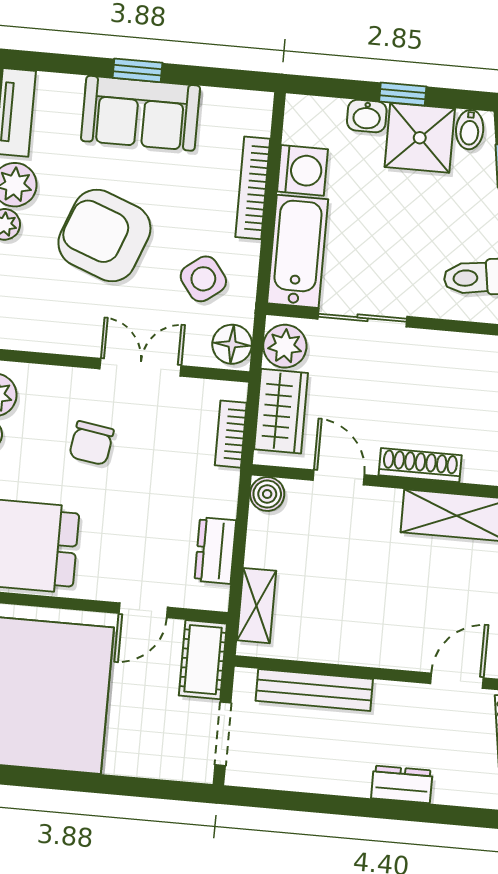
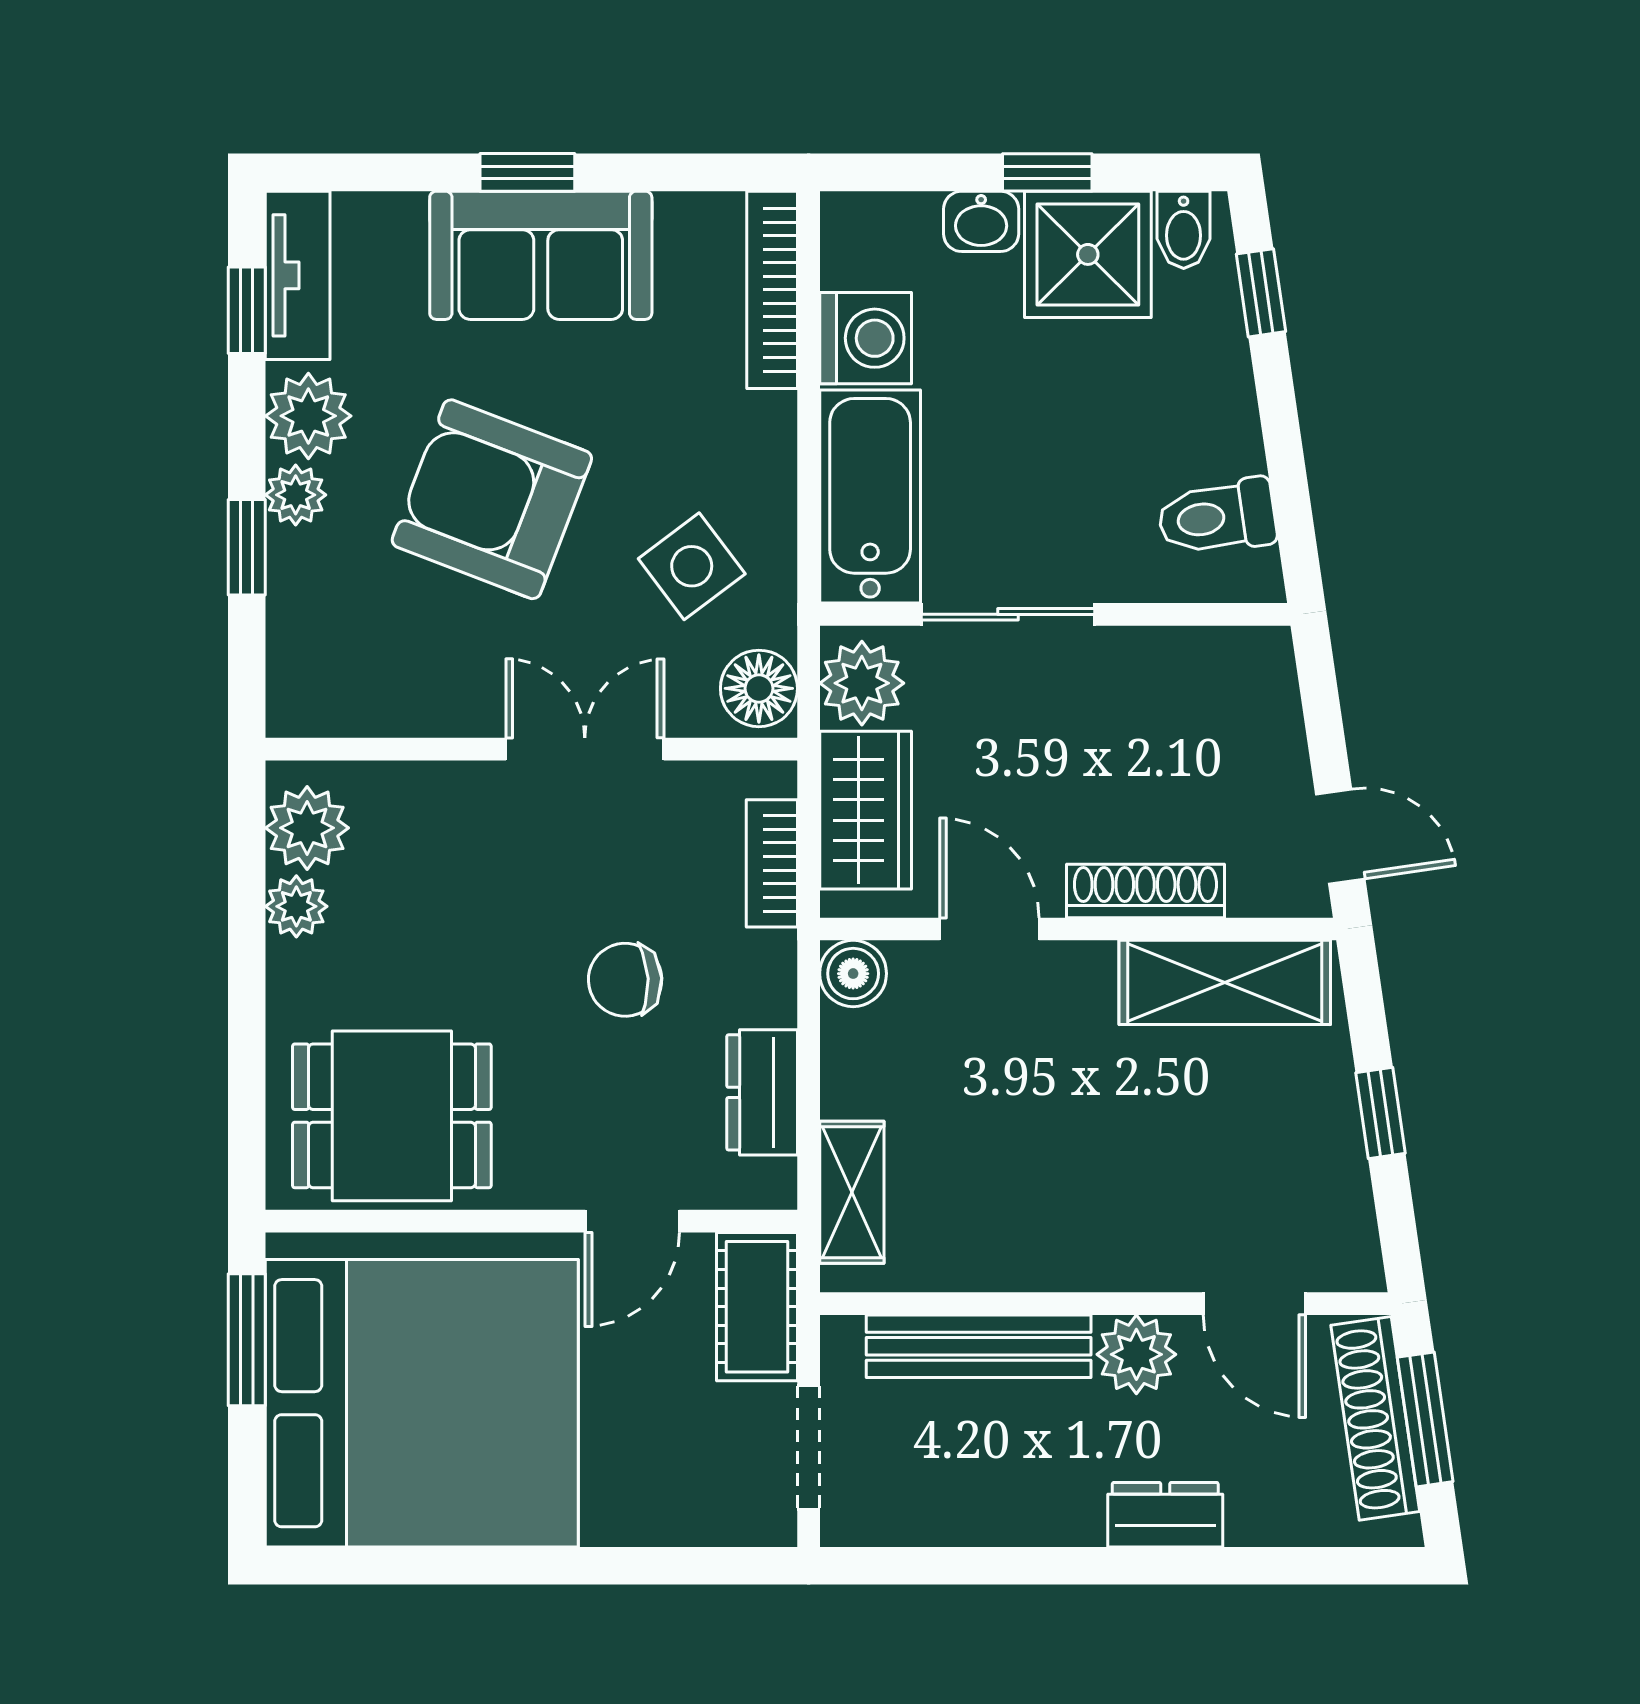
bookcase: (253, 188) -> (772, 290), moved
chair: (92, 443) -> (625, 980), moved, turned 78
door: (457, 681) -> (1254, 1304), swing flipped
plant: (394, 701) -> (1136, 1354), added

